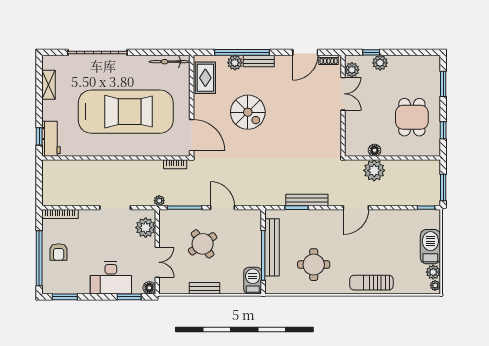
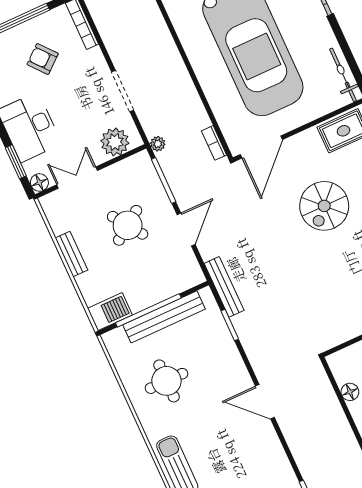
plant: (374, 170) -> (324, 403), removed
bench: (307, 200) -> (224, 287), moved
armchair: (59, 252) -> (43, 59), moved, turned 50
double door: (157, 262) -> (77, 178), swing flipped

